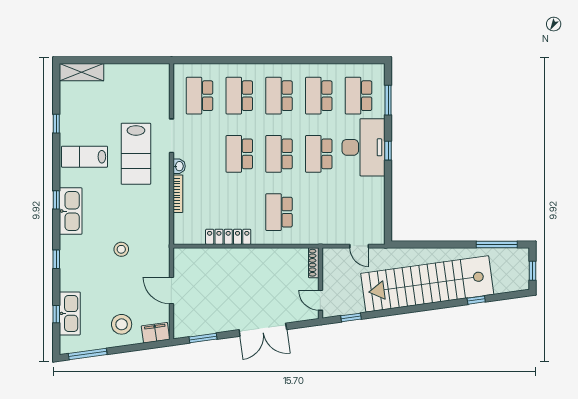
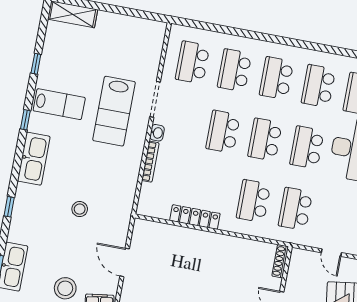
lab bench: (85, 157) -> (59, 104), turned 180
window: (56, 200) -> (25, 120), moved
school desk: (319, 212) -> (295, 209), added

